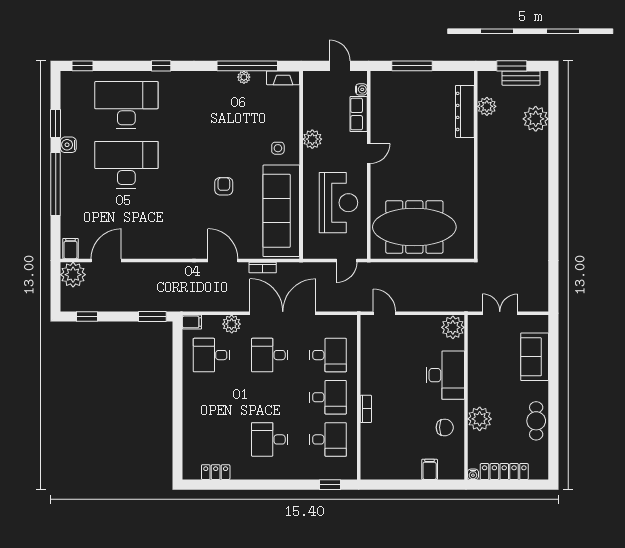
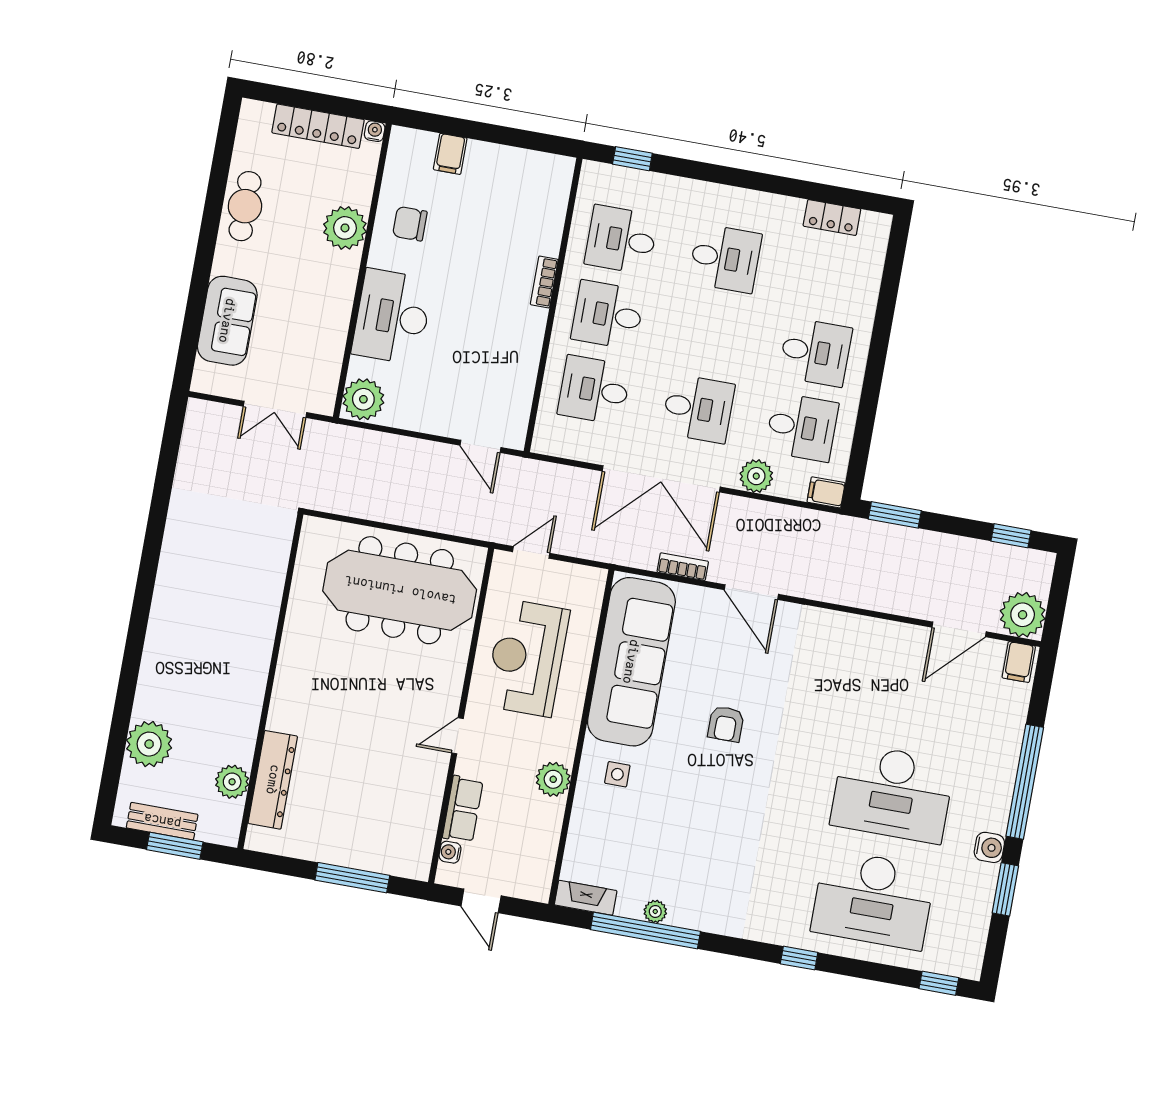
desk: (211, 397) -> (815, 352), added

